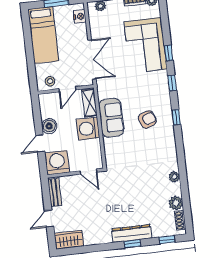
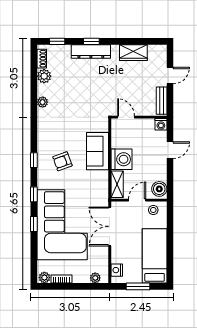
corner sofa: (146, 45) -> (62, 225), width x1.36, depth x1.36
sofa: (111, 118) -> (98, 151), moved
boiler: (49, 126) -> (159, 189), moved
washing machine: (57, 163) -> (161, 124), width x0.53, depth x0.53
wardrobe: (69, 240) -> (133, 53), moved

